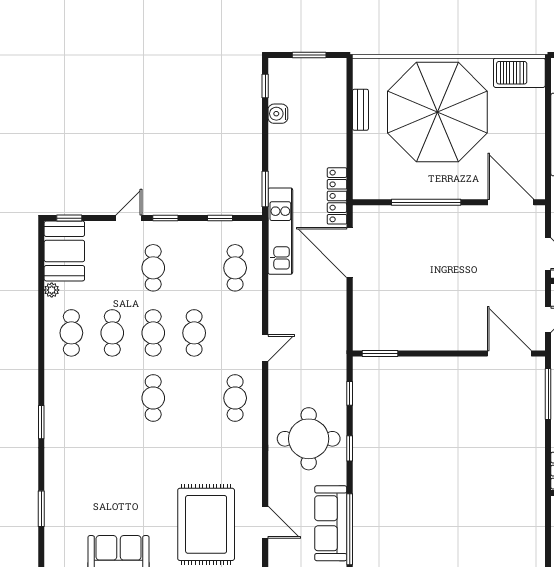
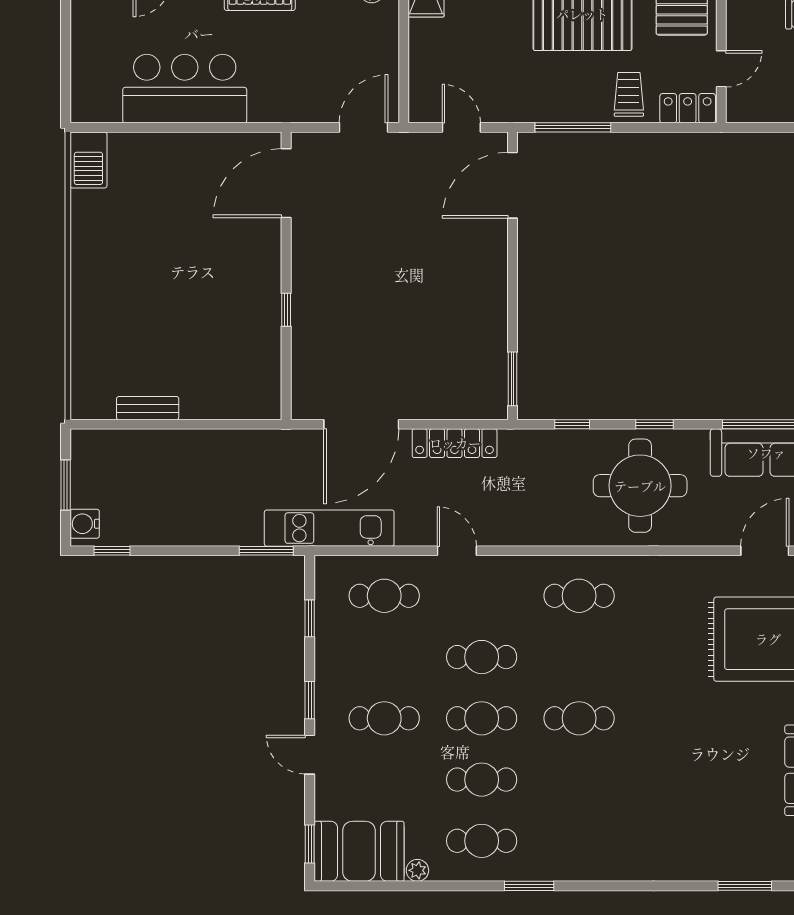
barbecue: (519, 73) -> (88, 160), width x0.73, depth x0.83
parasol: (437, 112) -> (151, 293), removed
water cooler: (278, 114) -> (85, 524), moved, turned 90
locker: (337, 196) -> (455, 443), moved
window: (426, 202) -> (286, 310), width x0.32
door: (265, 348) -> (457, 551), moved
window: (41, 422) -> (529, 886), moved

